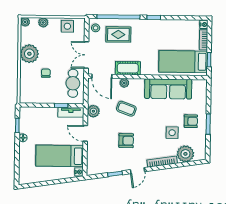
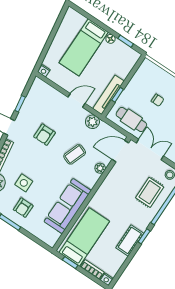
cot: (128, 68) -> (130, 240), moved
tv unit: (71, 112) -> (108, 95), width x1.41
bed: (60, 156) -> (84, 47), moved, turned 180

